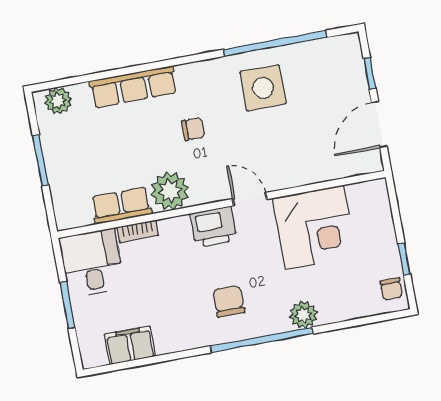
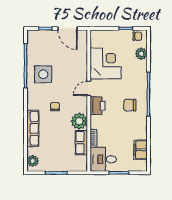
plant: (303, 315) -> (141, 54), moved

